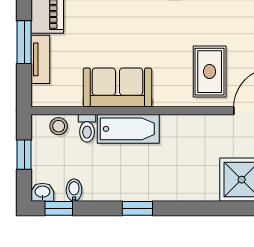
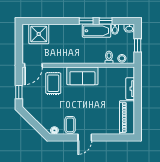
window: (24, 42) -> (138, 97), removed
sofa: (117, 88) -> (82, 76), moved
bathtub: (128, 129) -> (96, 31), moved, turned 180
window: (59, 208) -> (106, 21), moved

